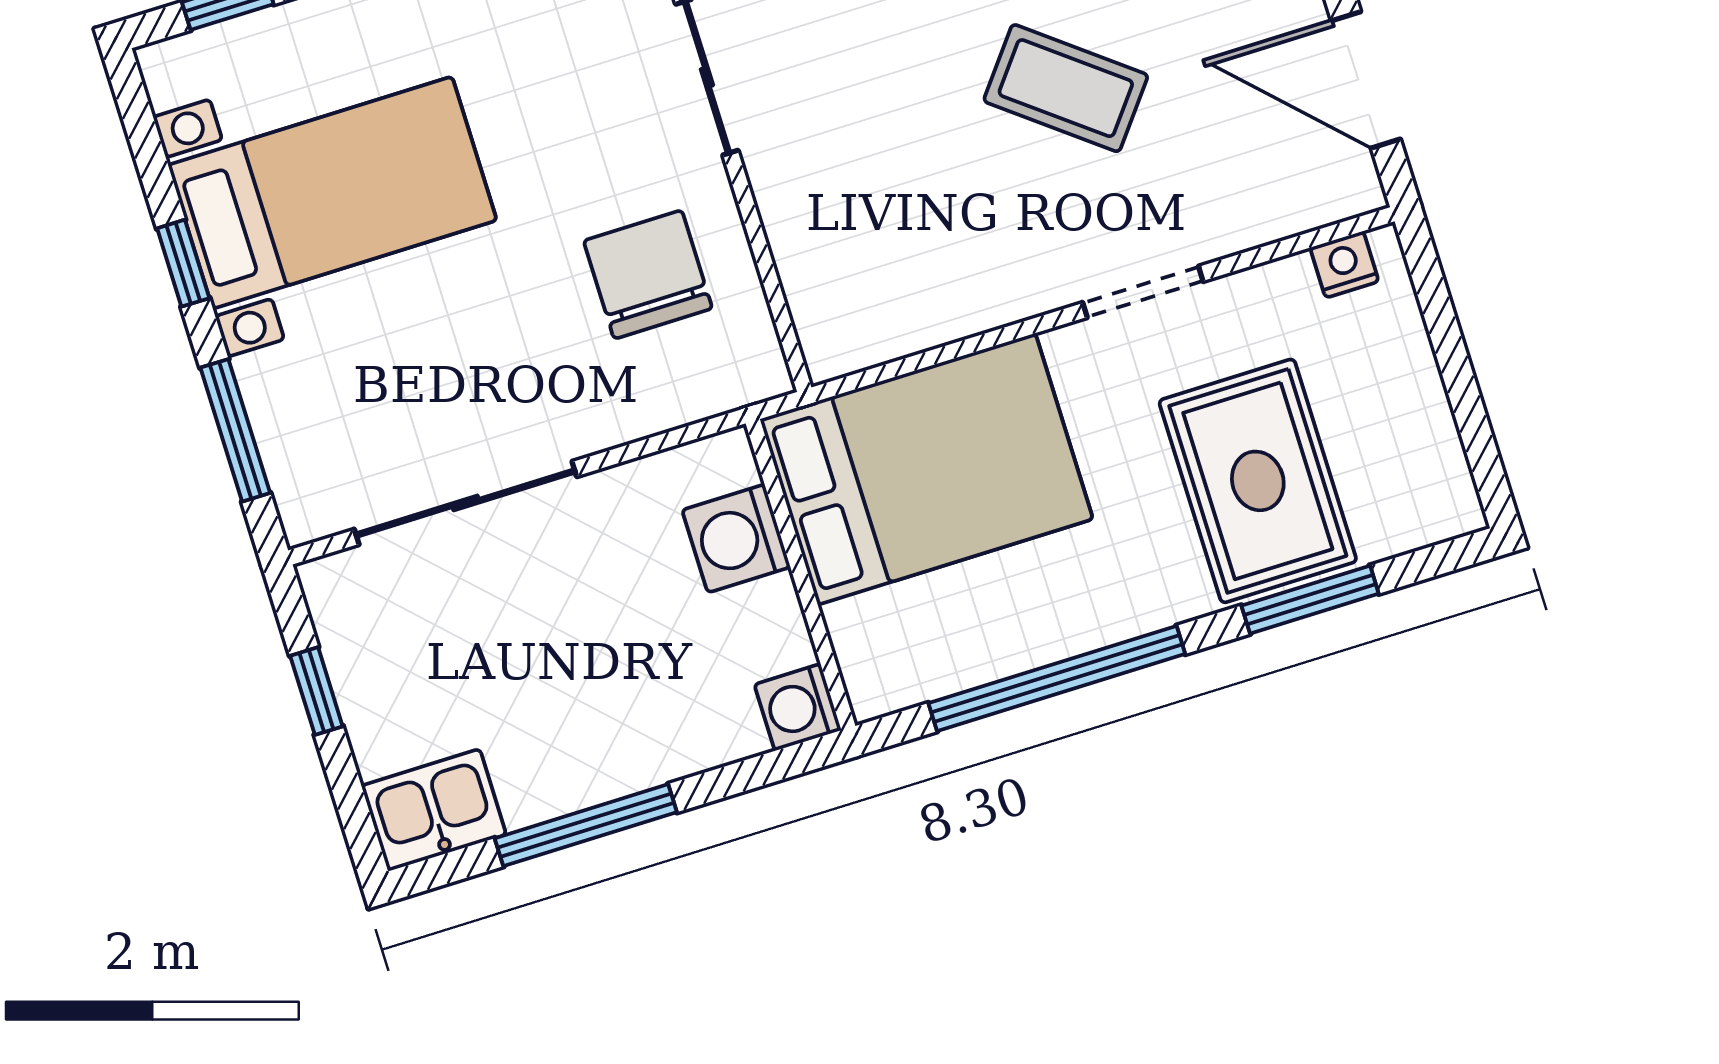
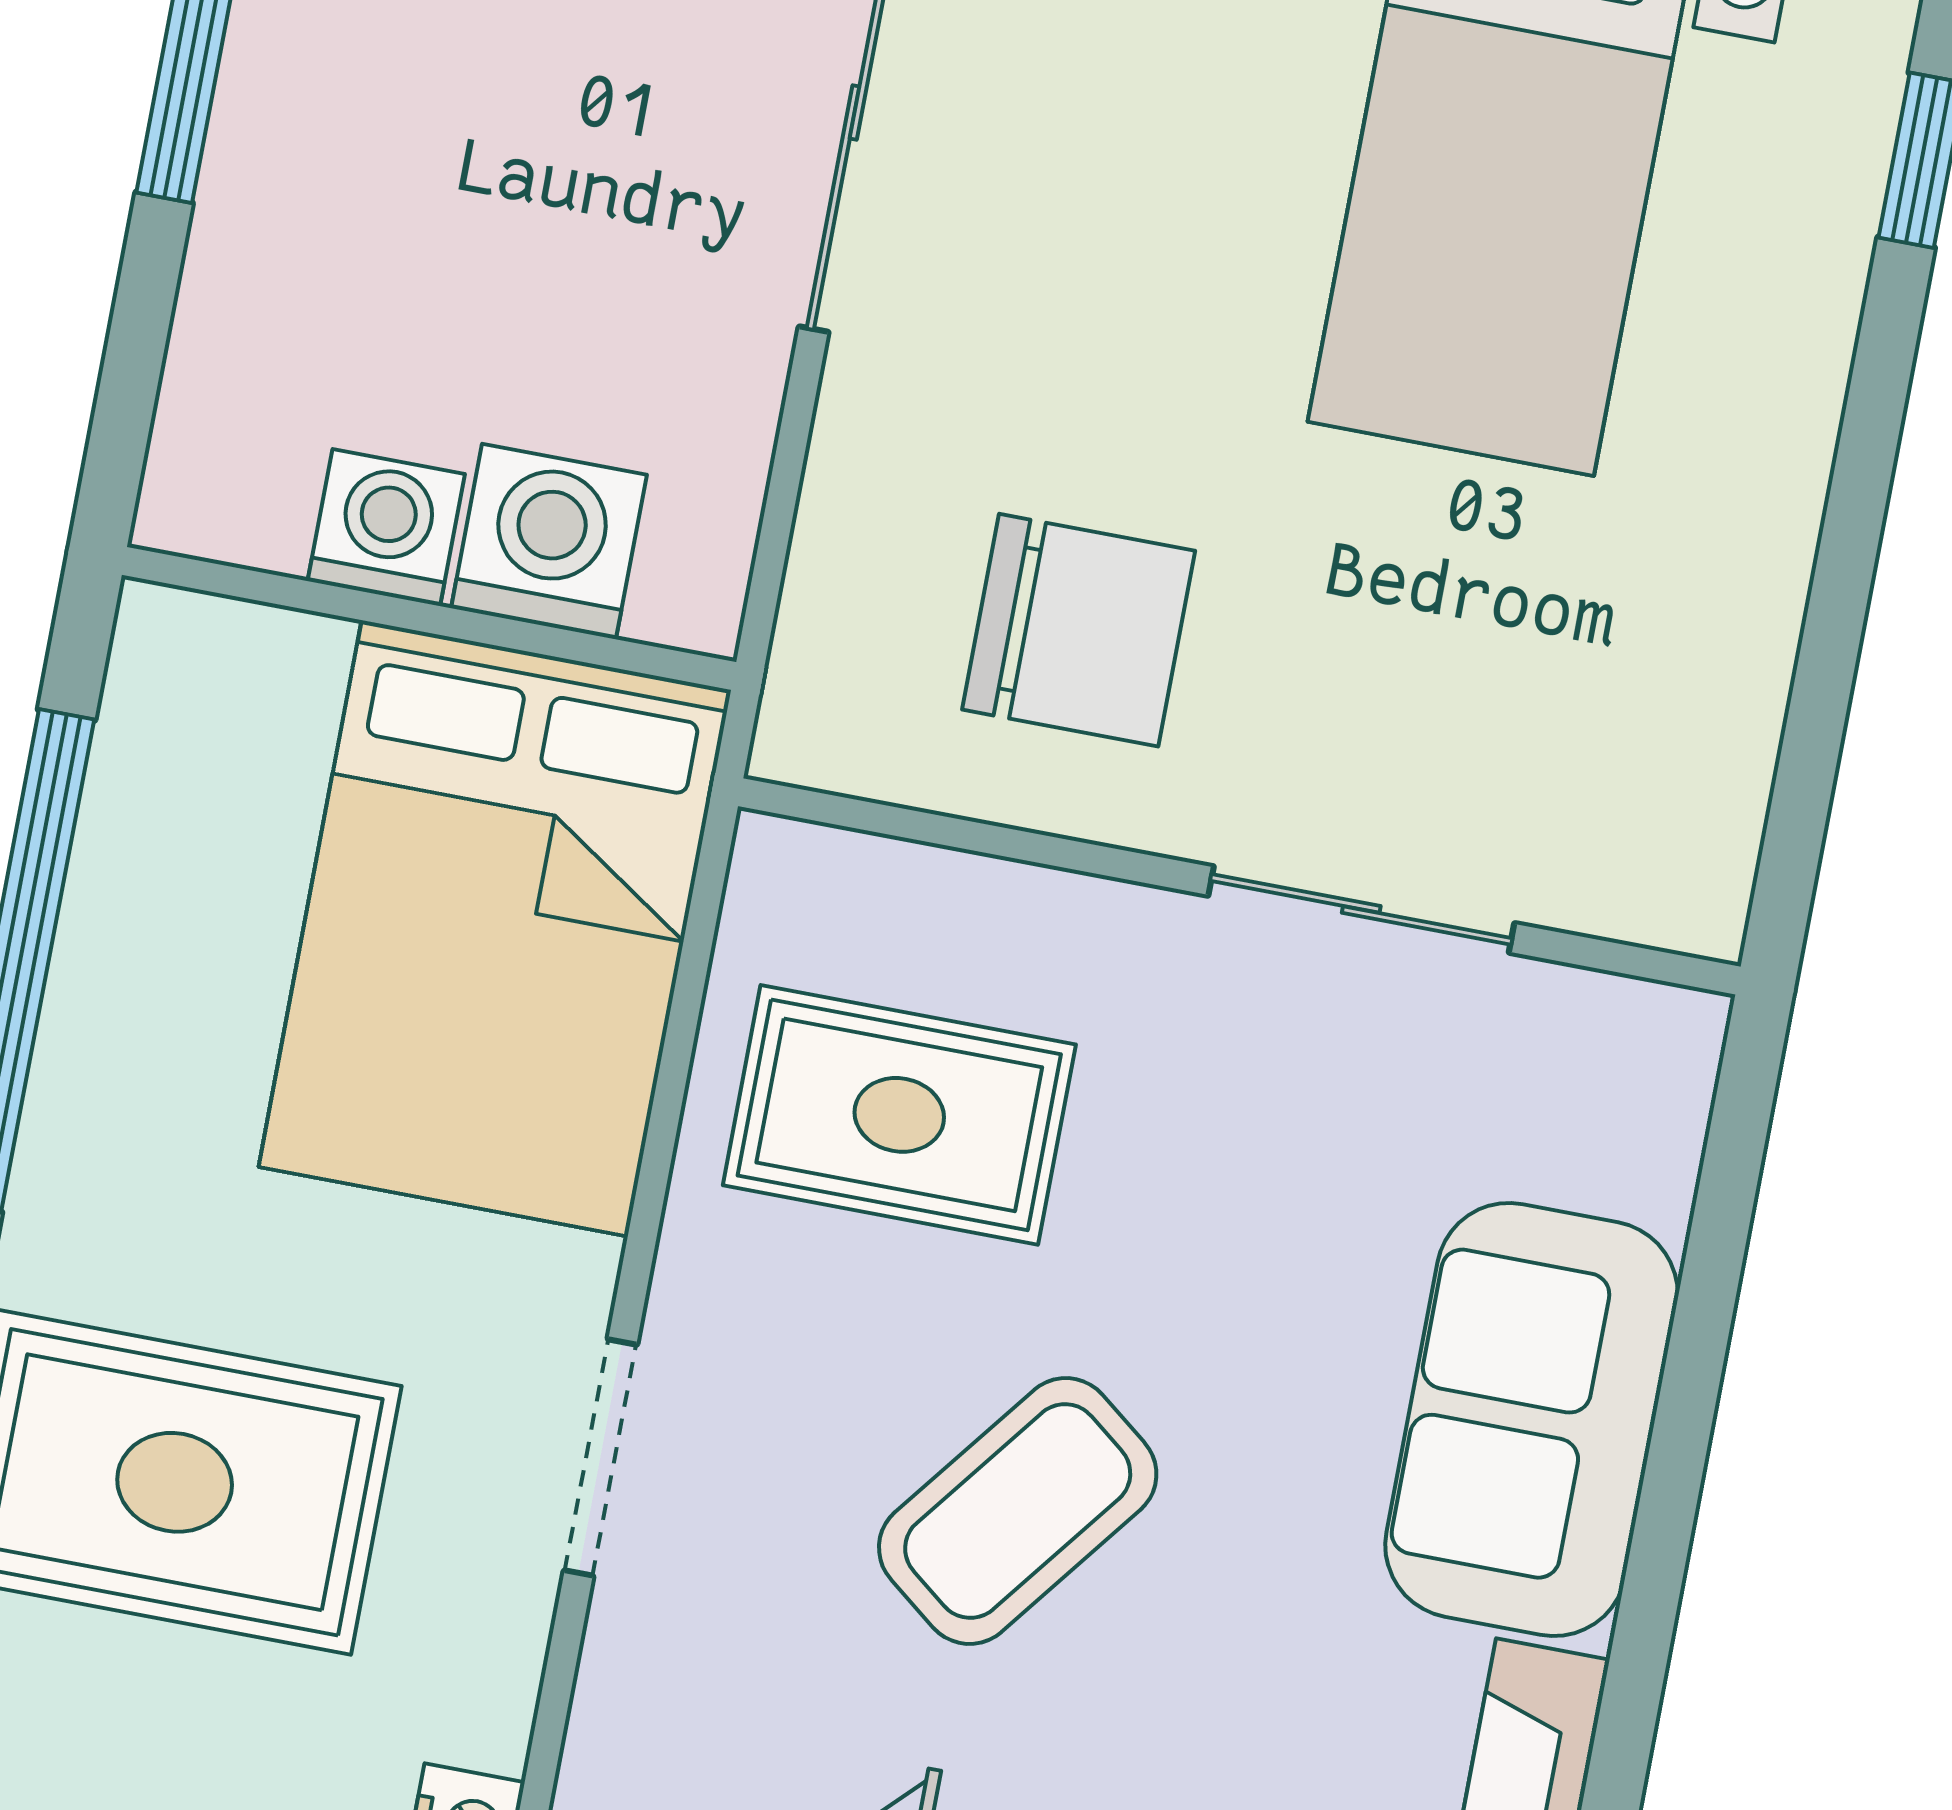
rug: (913, 239) -> (899, 1115), added
washing machine: (798, 707) -> (386, 528), moved

